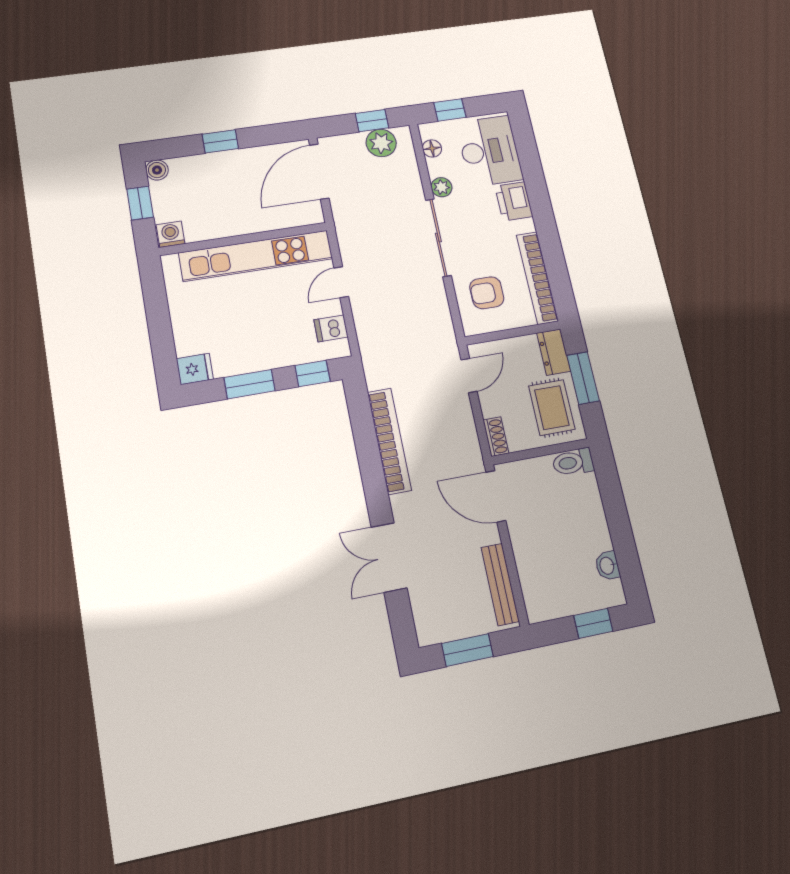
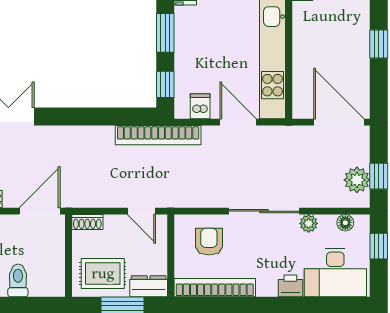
printer: (514, 201) -> (290, 286), width x0.73, depth x0.81
door: (341, 282) -> (238, 122), width x1.38
bookcase: (389, 441) -> (158, 135), moved
toilet: (573, 462) -> (18, 280), moved

